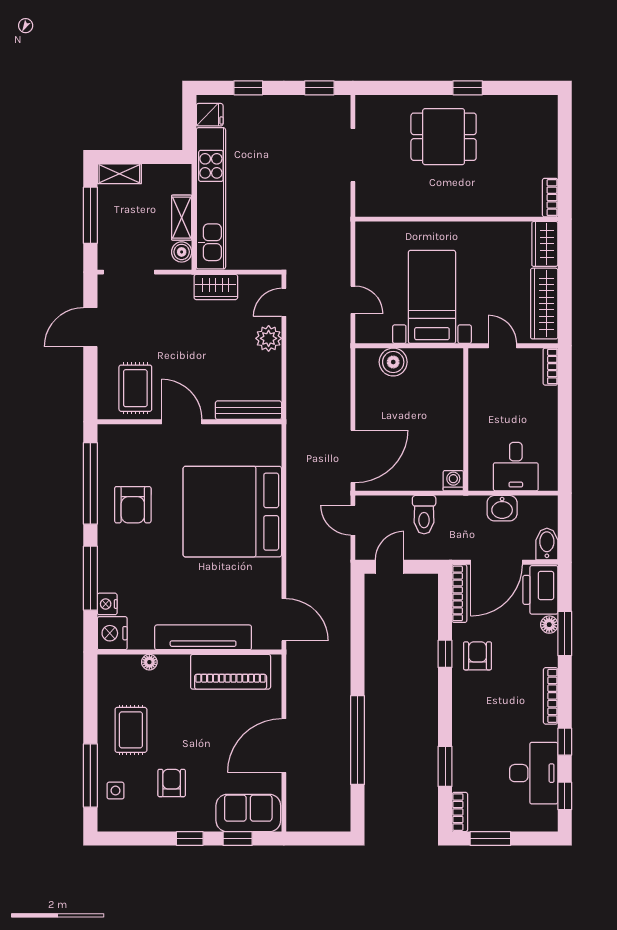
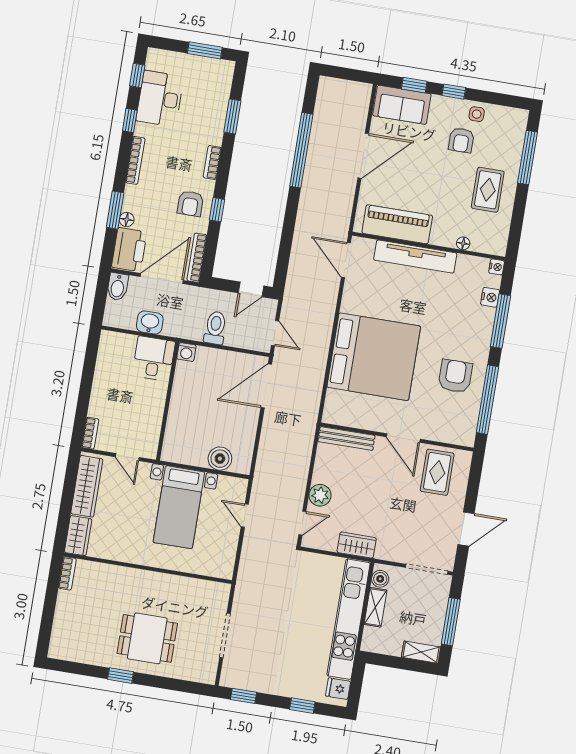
desk: (516, 467) -> (154, 359), moved
nightstand: (112, 633) -> (497, 267), width x0.53, depth x0.56
side table: (116, 791) -> (477, 114), moved
bookcase: (460, 812) -> (212, 163), moved

